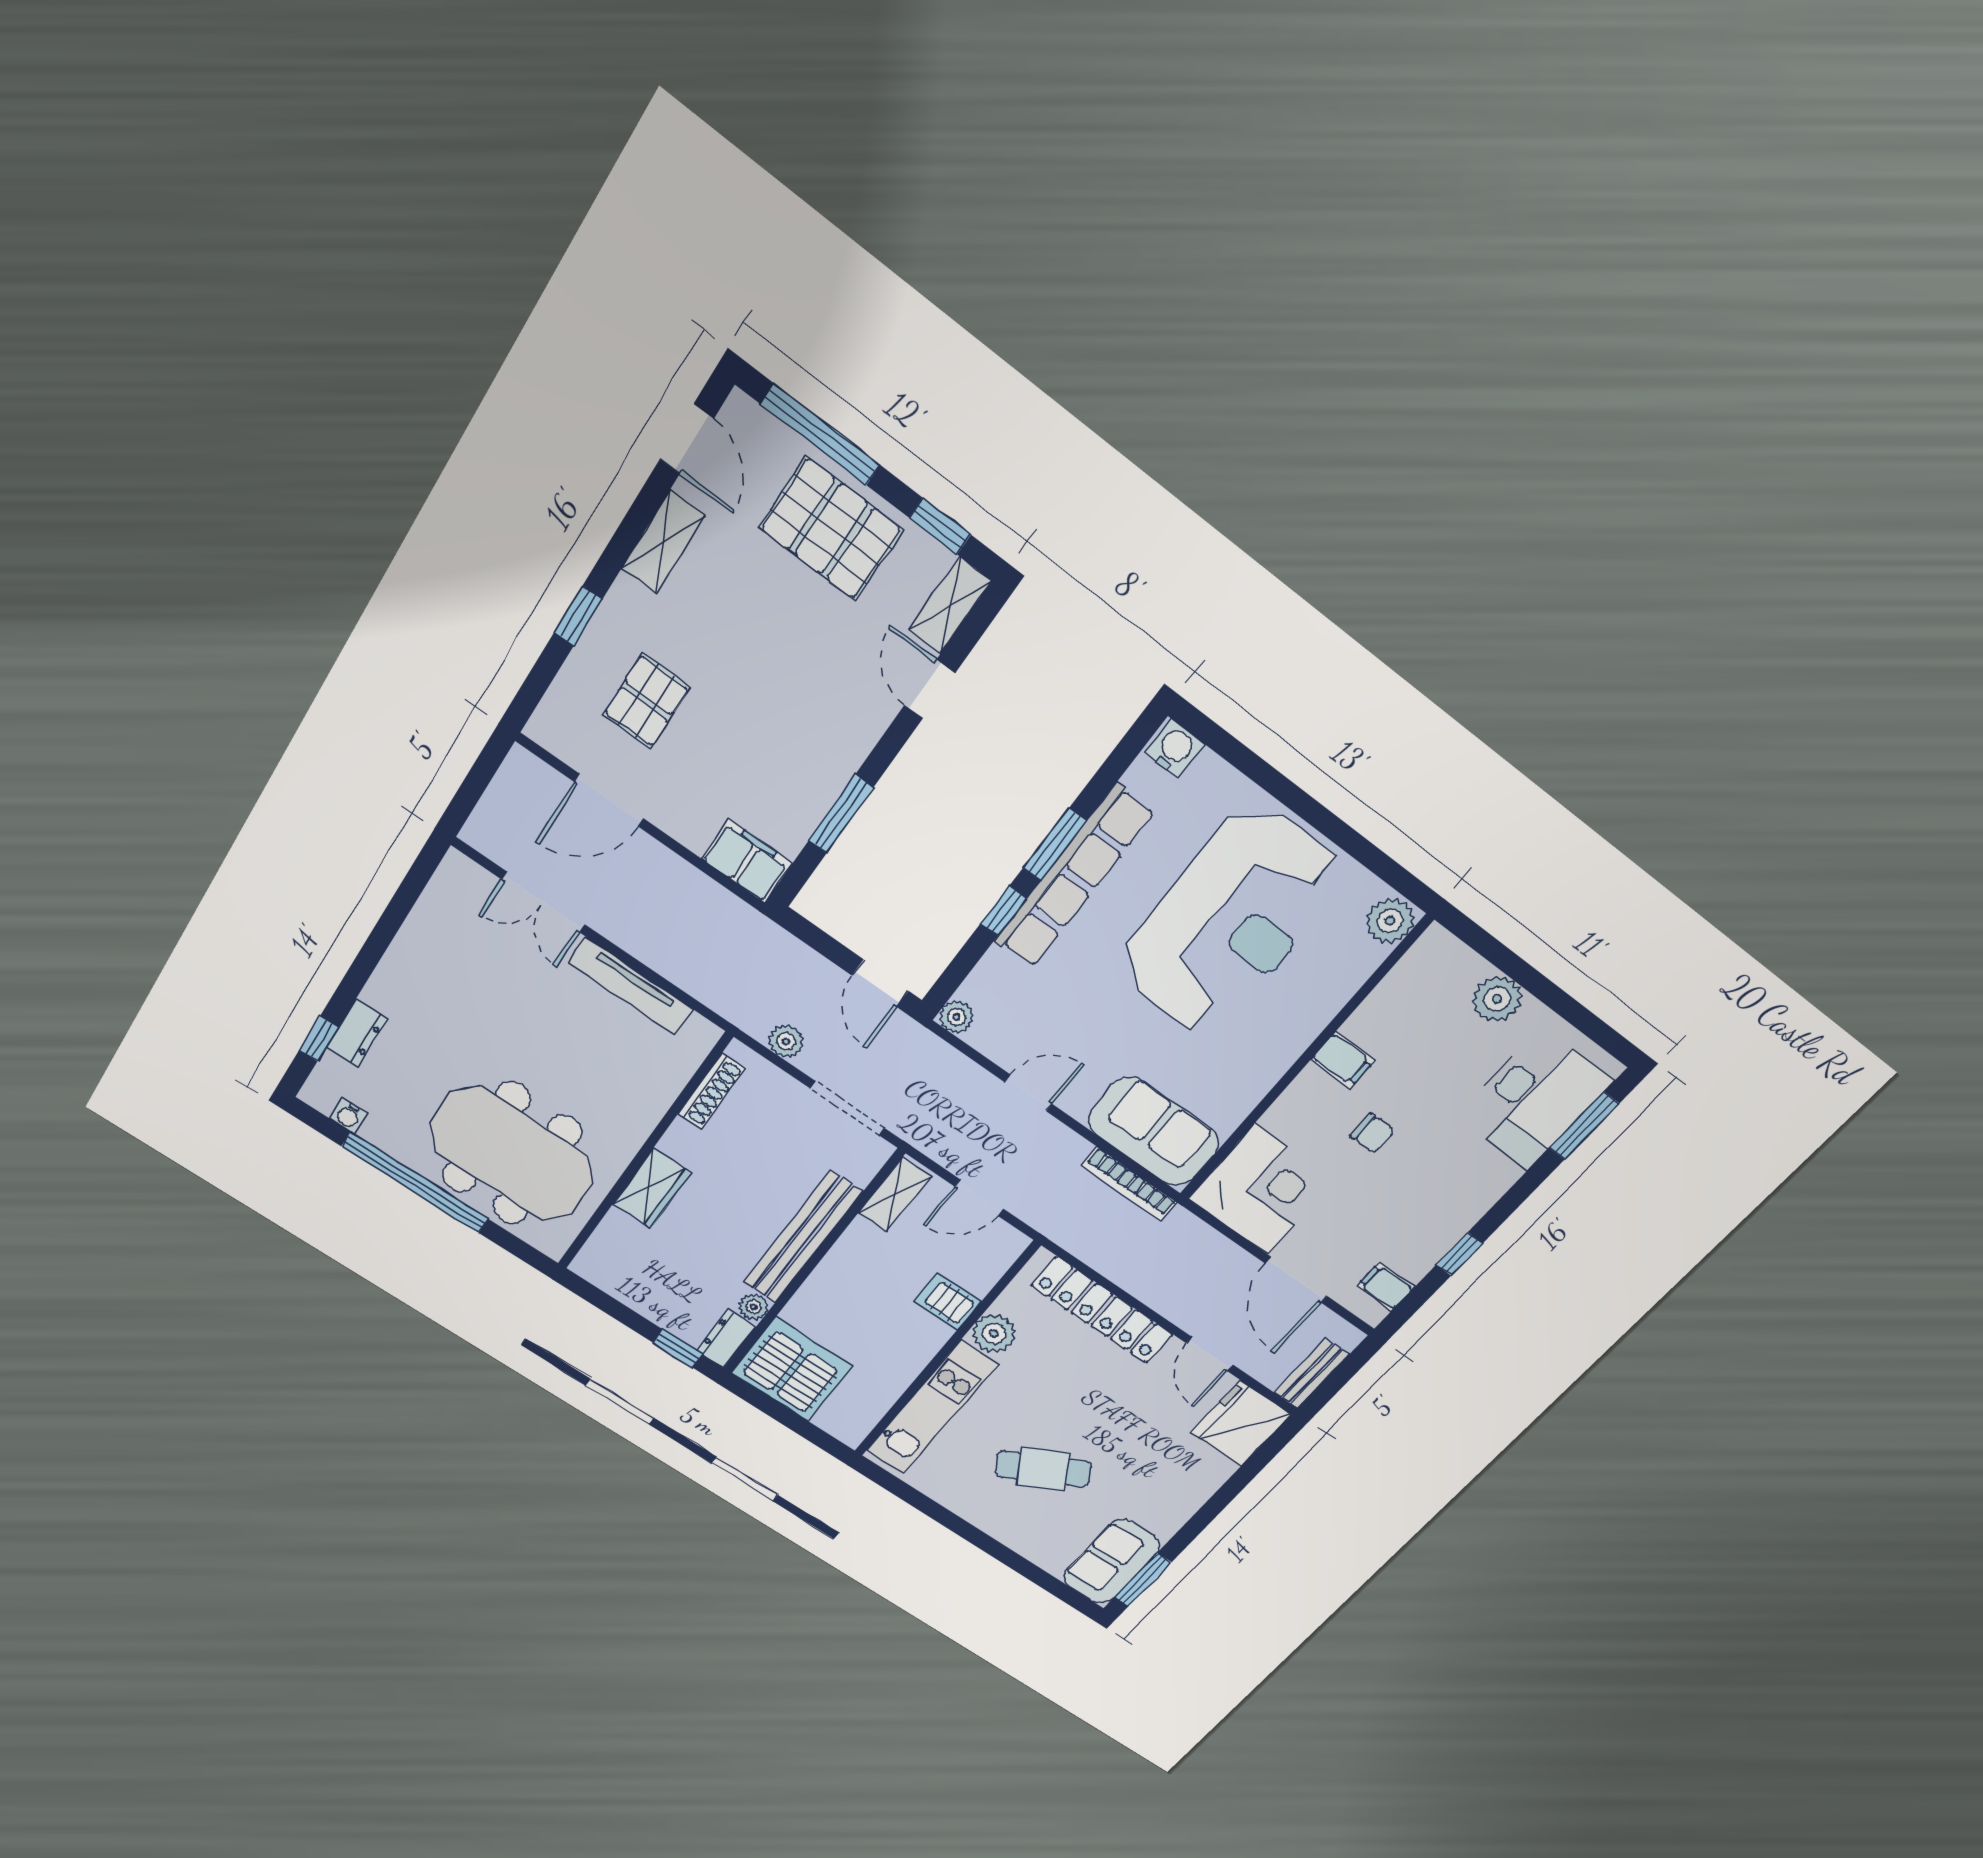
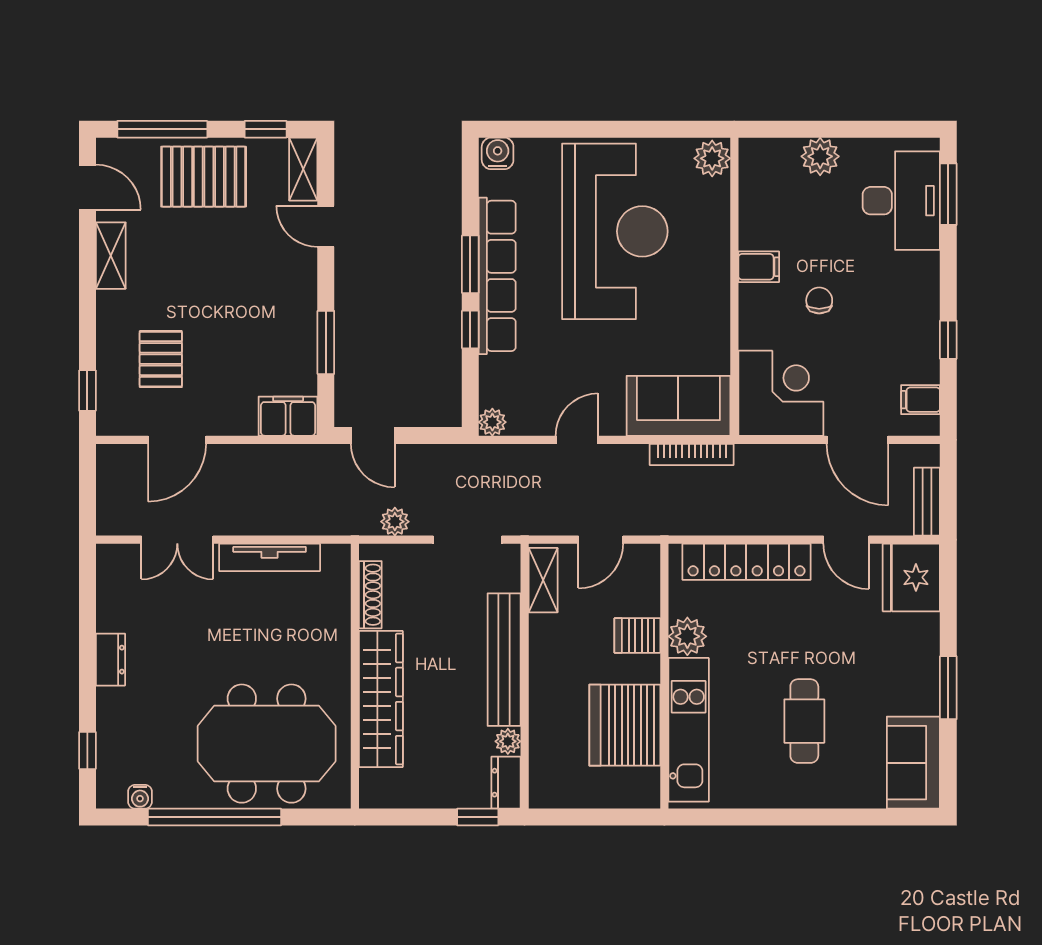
window: (578, 616) -> (87, 391), moved
door: (880, 983) -> (373, 435), moved
dresser: (357, 1033) -> (110, 660), moved
chair: (1372, 1133) -> (819, 300), turned -90
wardrobe: (652, 1188) -> (381, 699), width x2.10, depth x1.17
server rack: (792, 1369) -> (625, 725), moved, turned -90
cafe table: (1043, 1469) -> (804, 721), turned -60
window: (1143, 1580) -> (948, 688), moved

